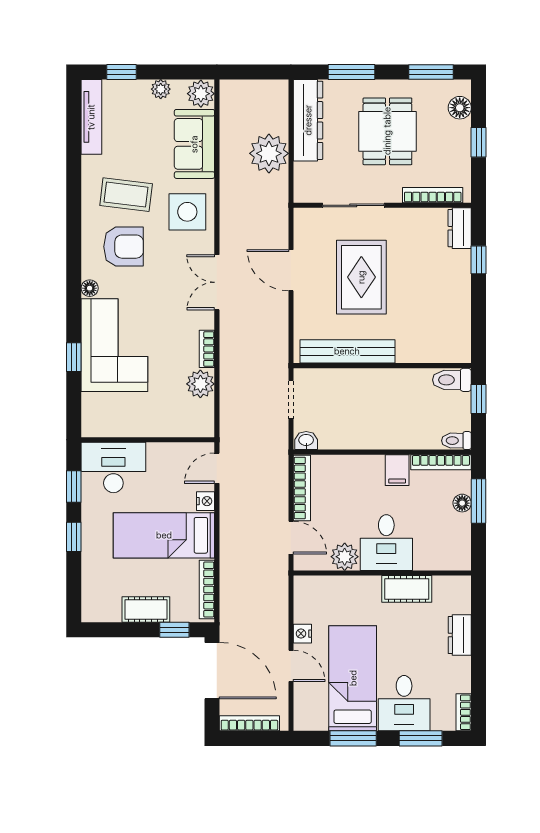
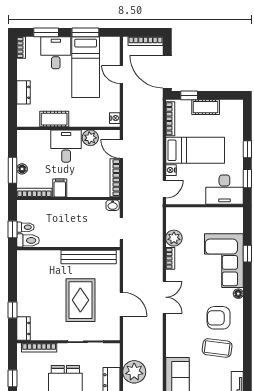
side table: (187, 212) -> (182, 338), removed
toilet: (456, 441) -> (25, 227), moved
nightstand: (302, 634) -> (115, 118), moved

